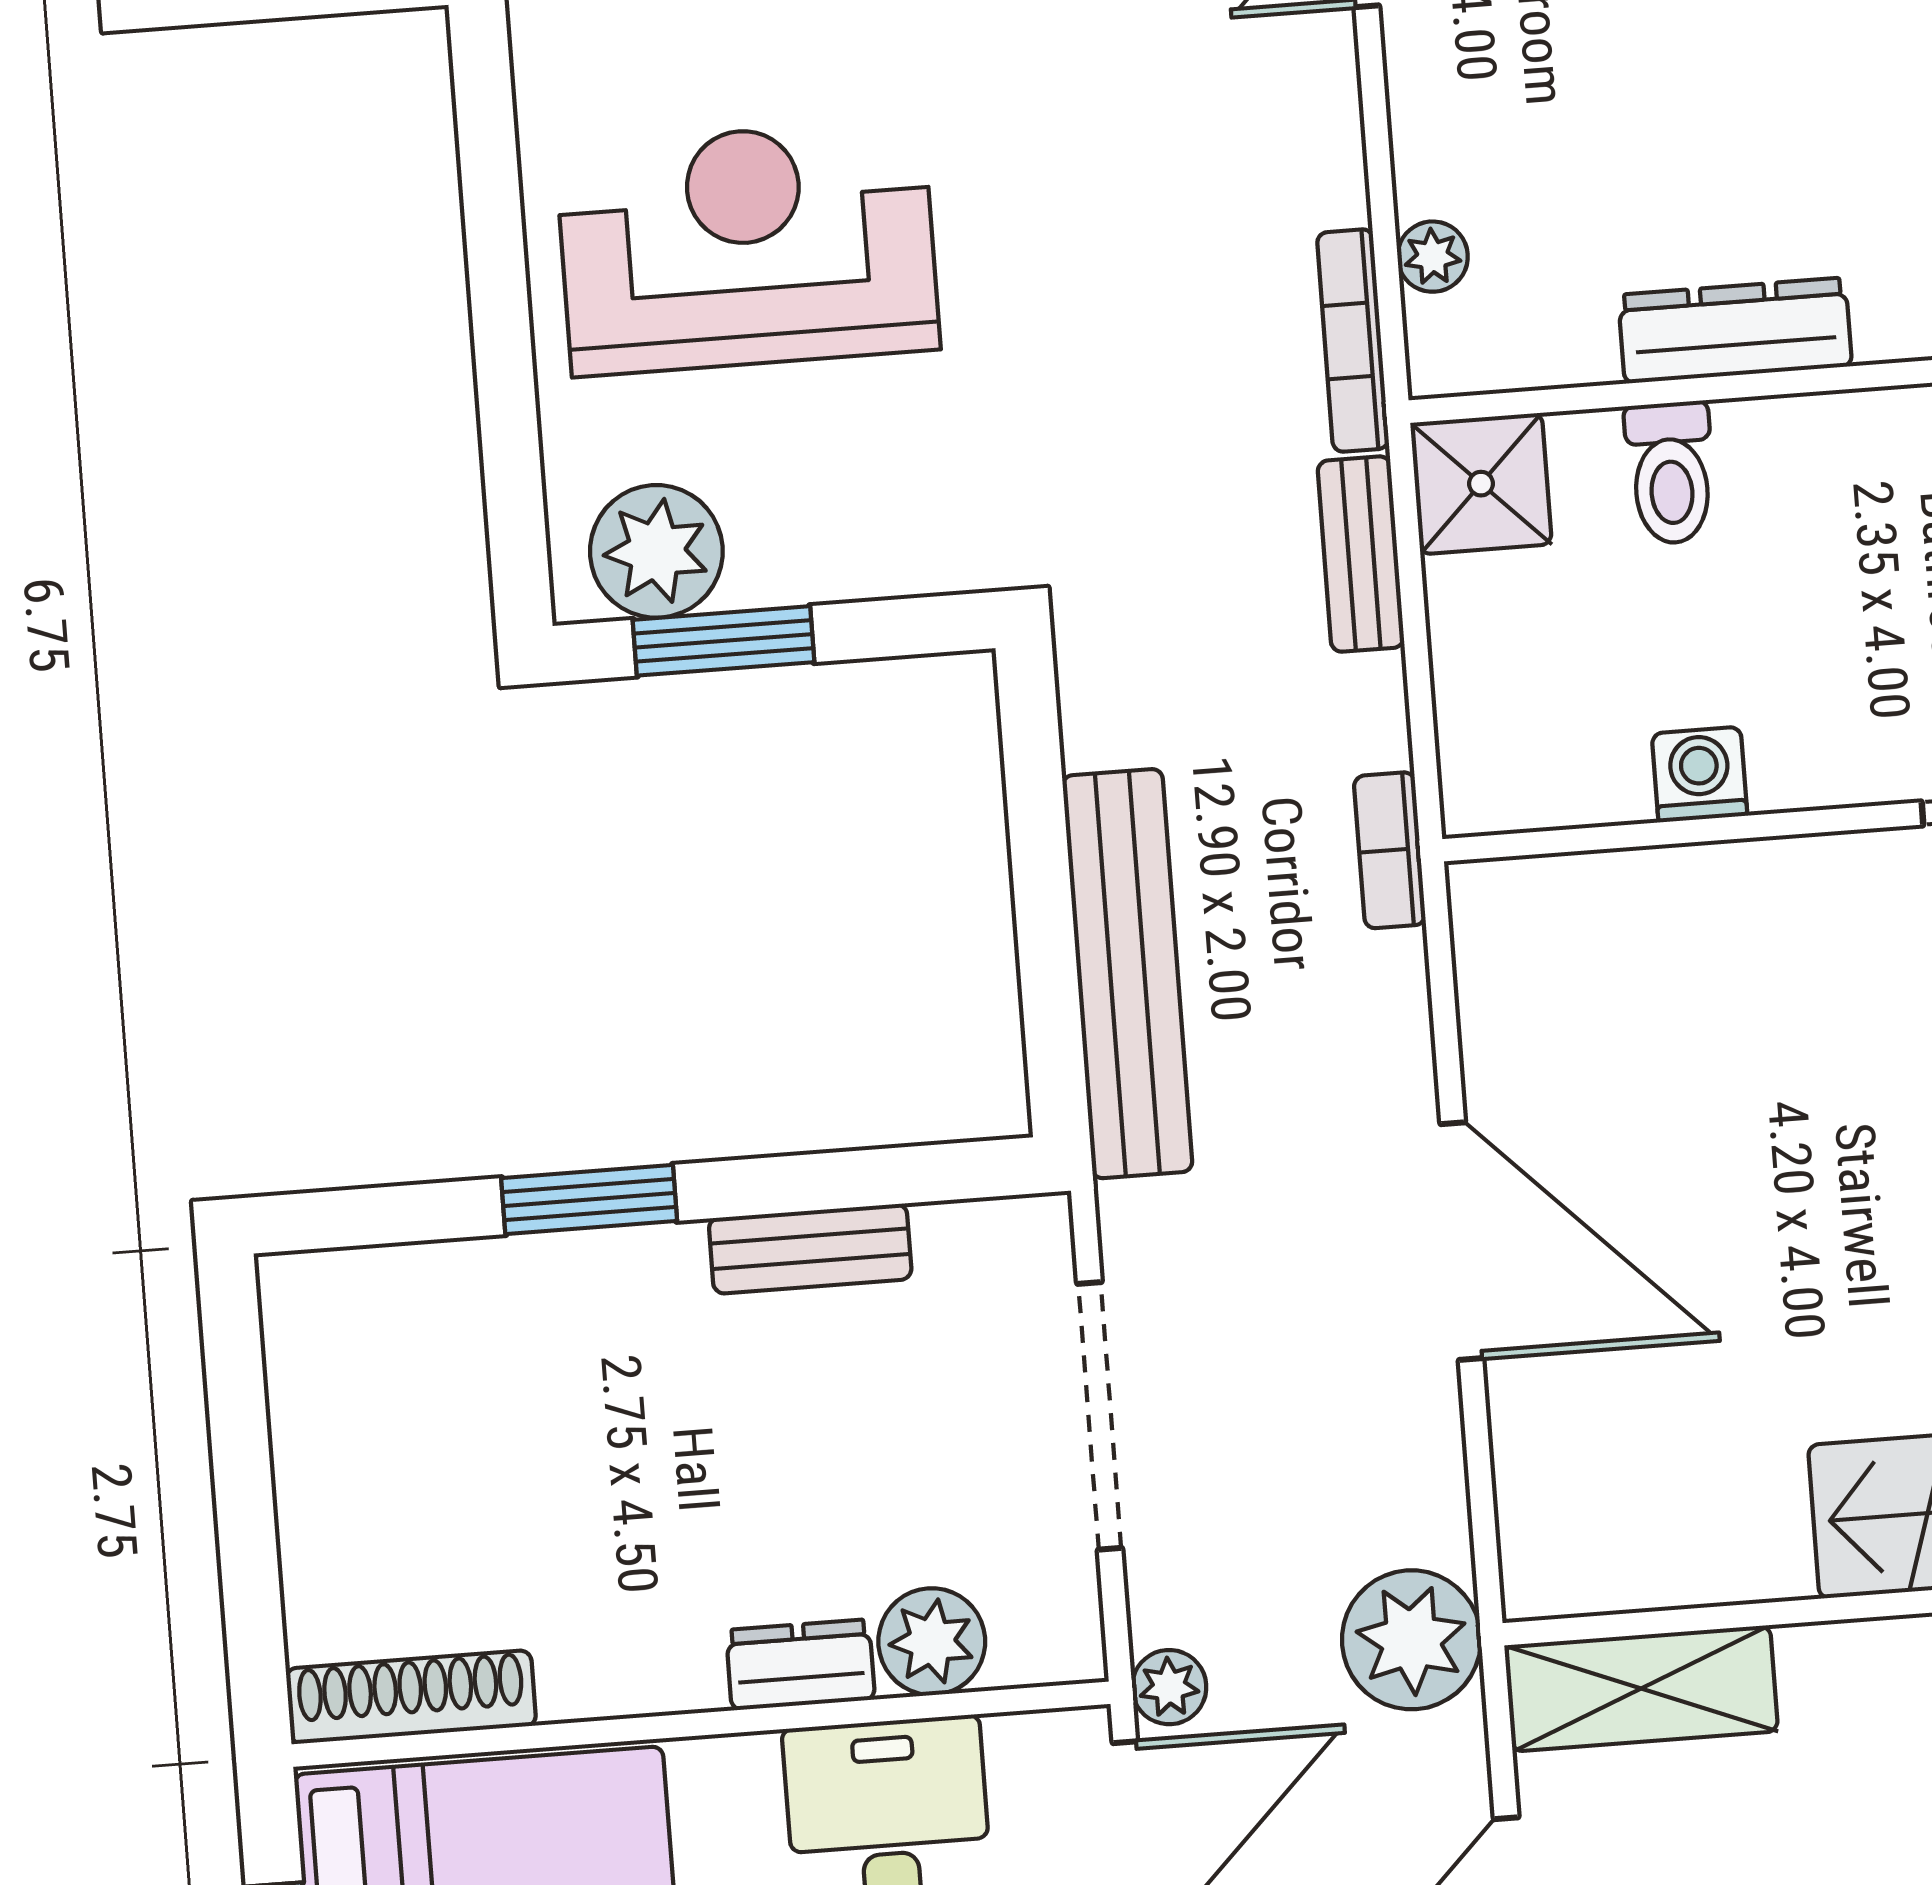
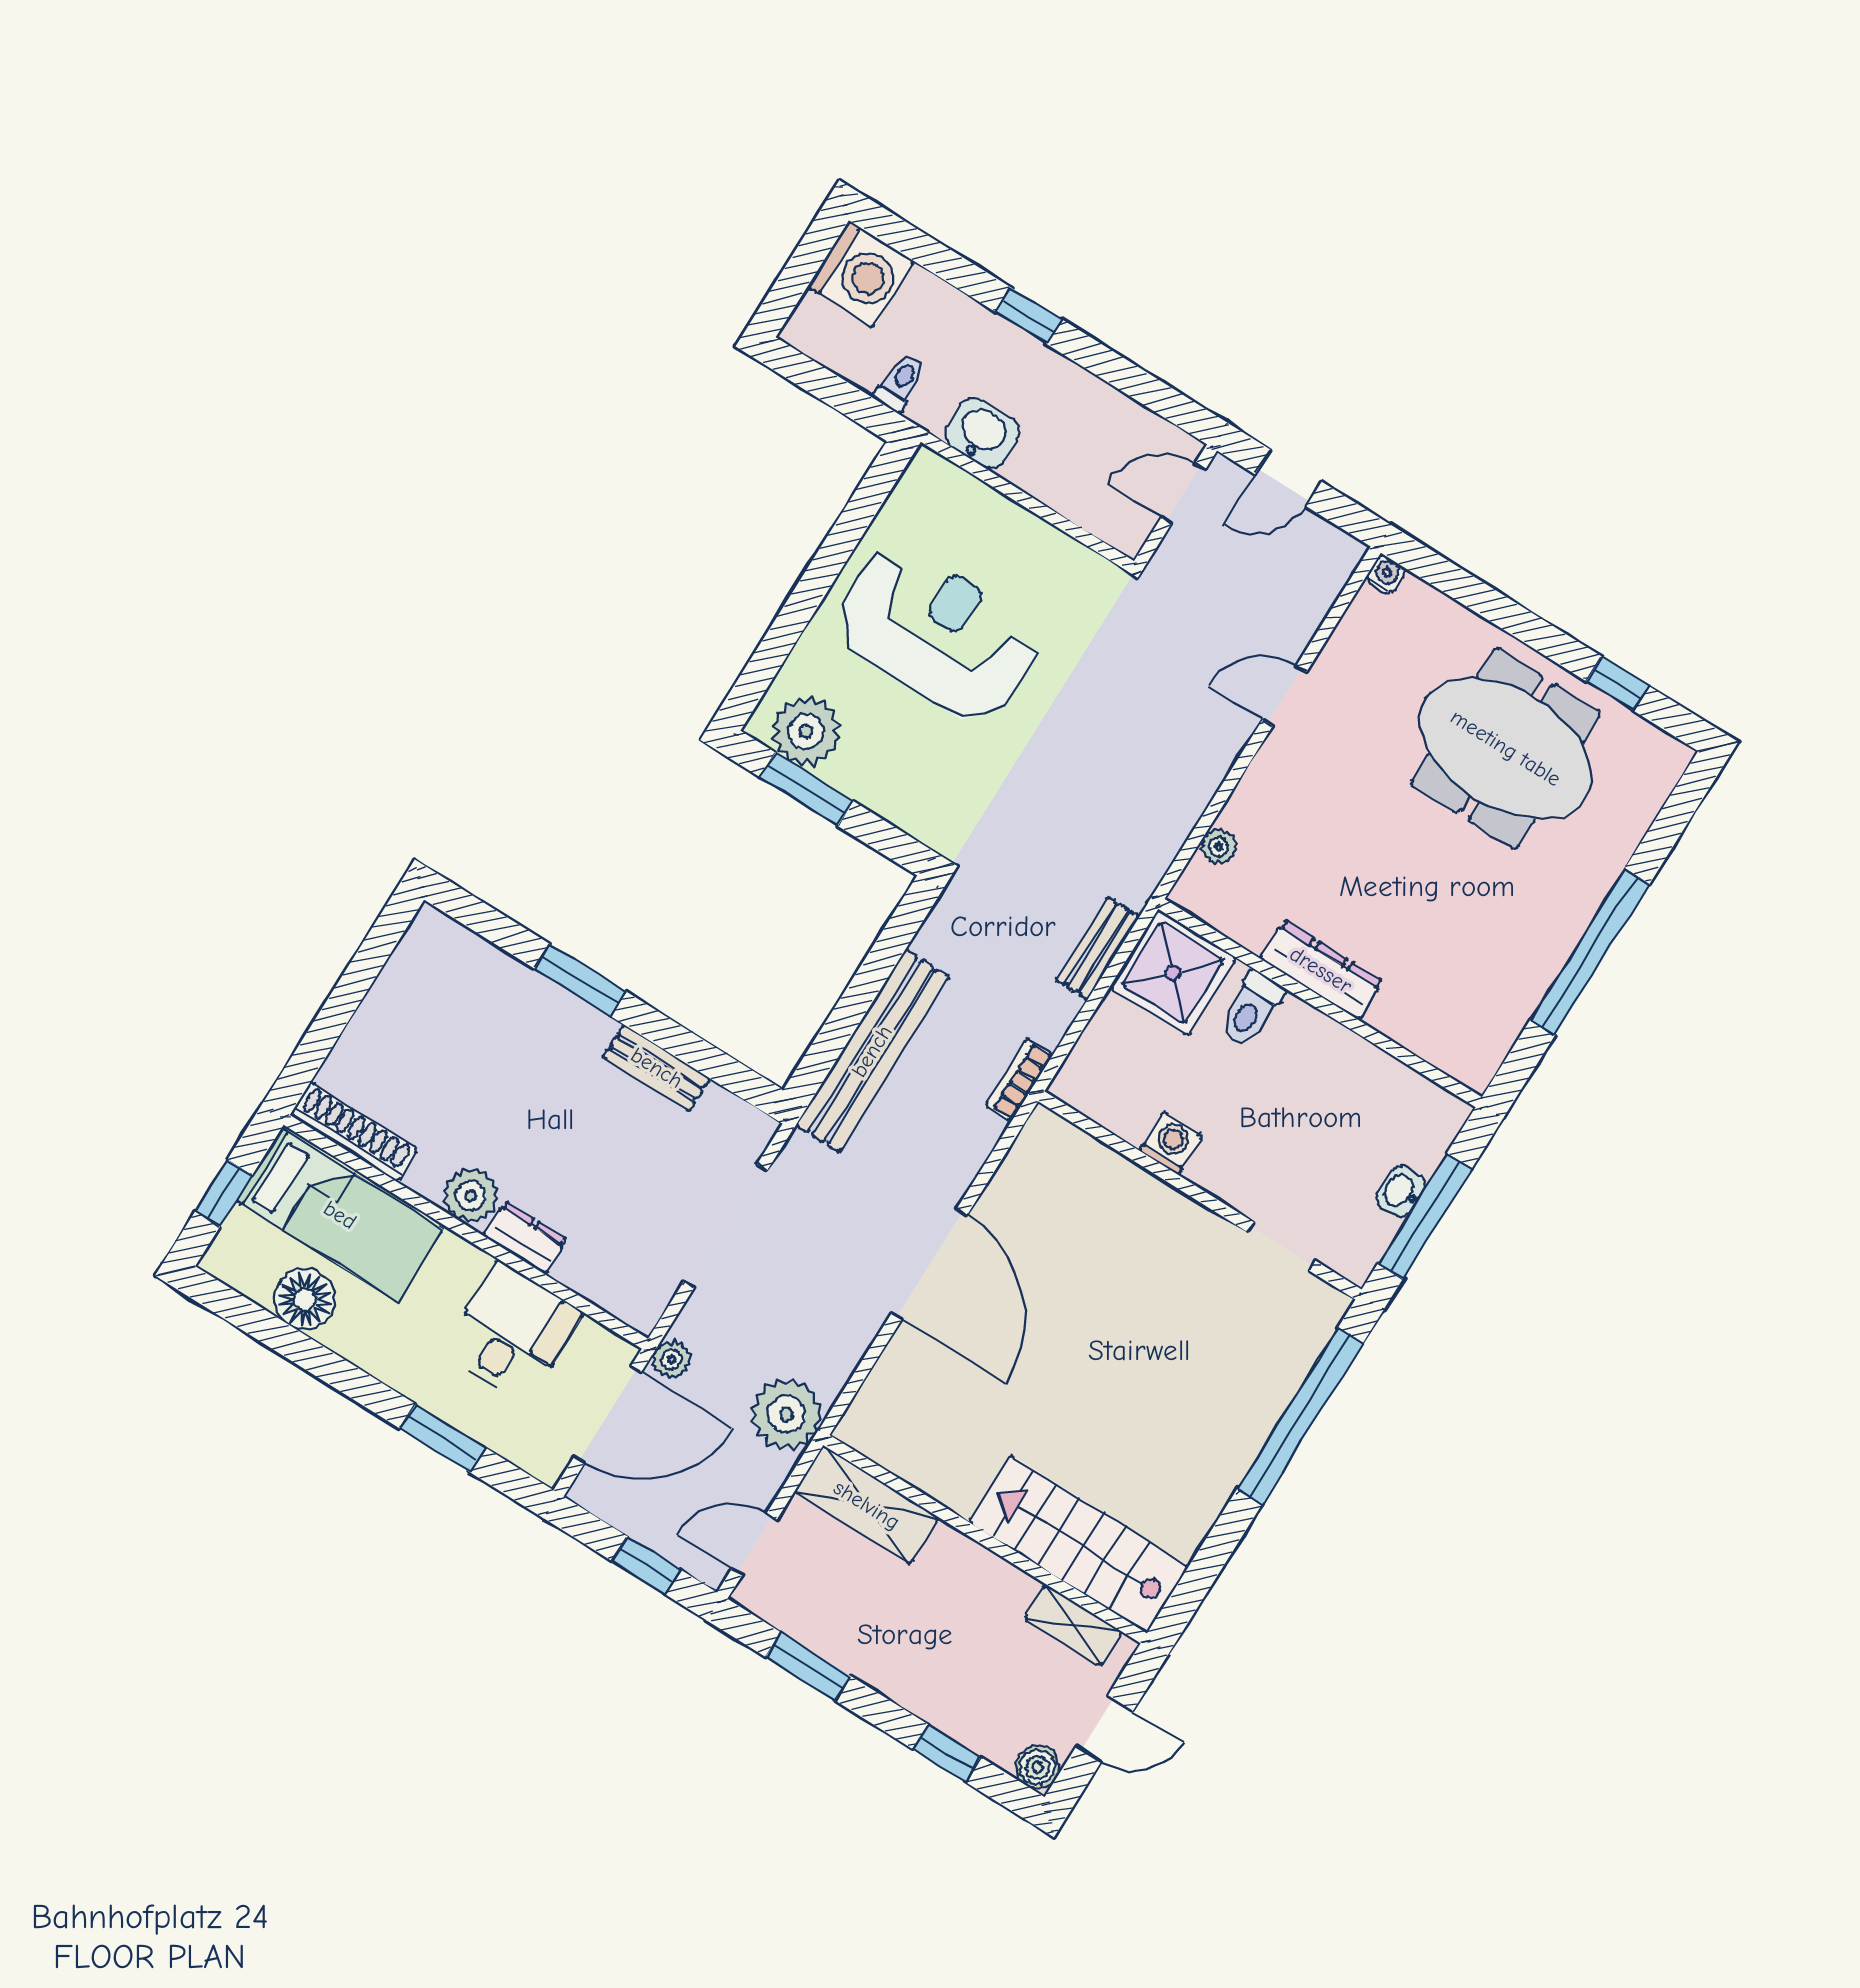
bookcase: (1353, 341) -> (1160, 857), removed
shower: (1481, 484) -> (1173, 973), width x1.36, depth x1.36
plant: (932, 1642) -> (471, 1196), moved

